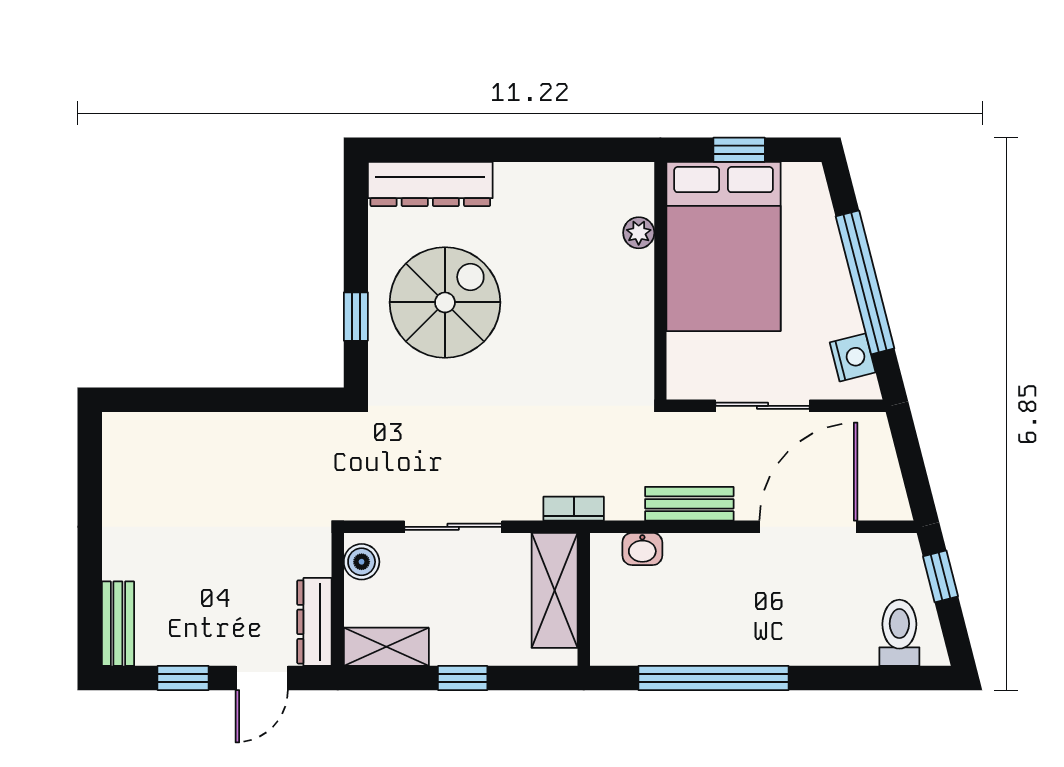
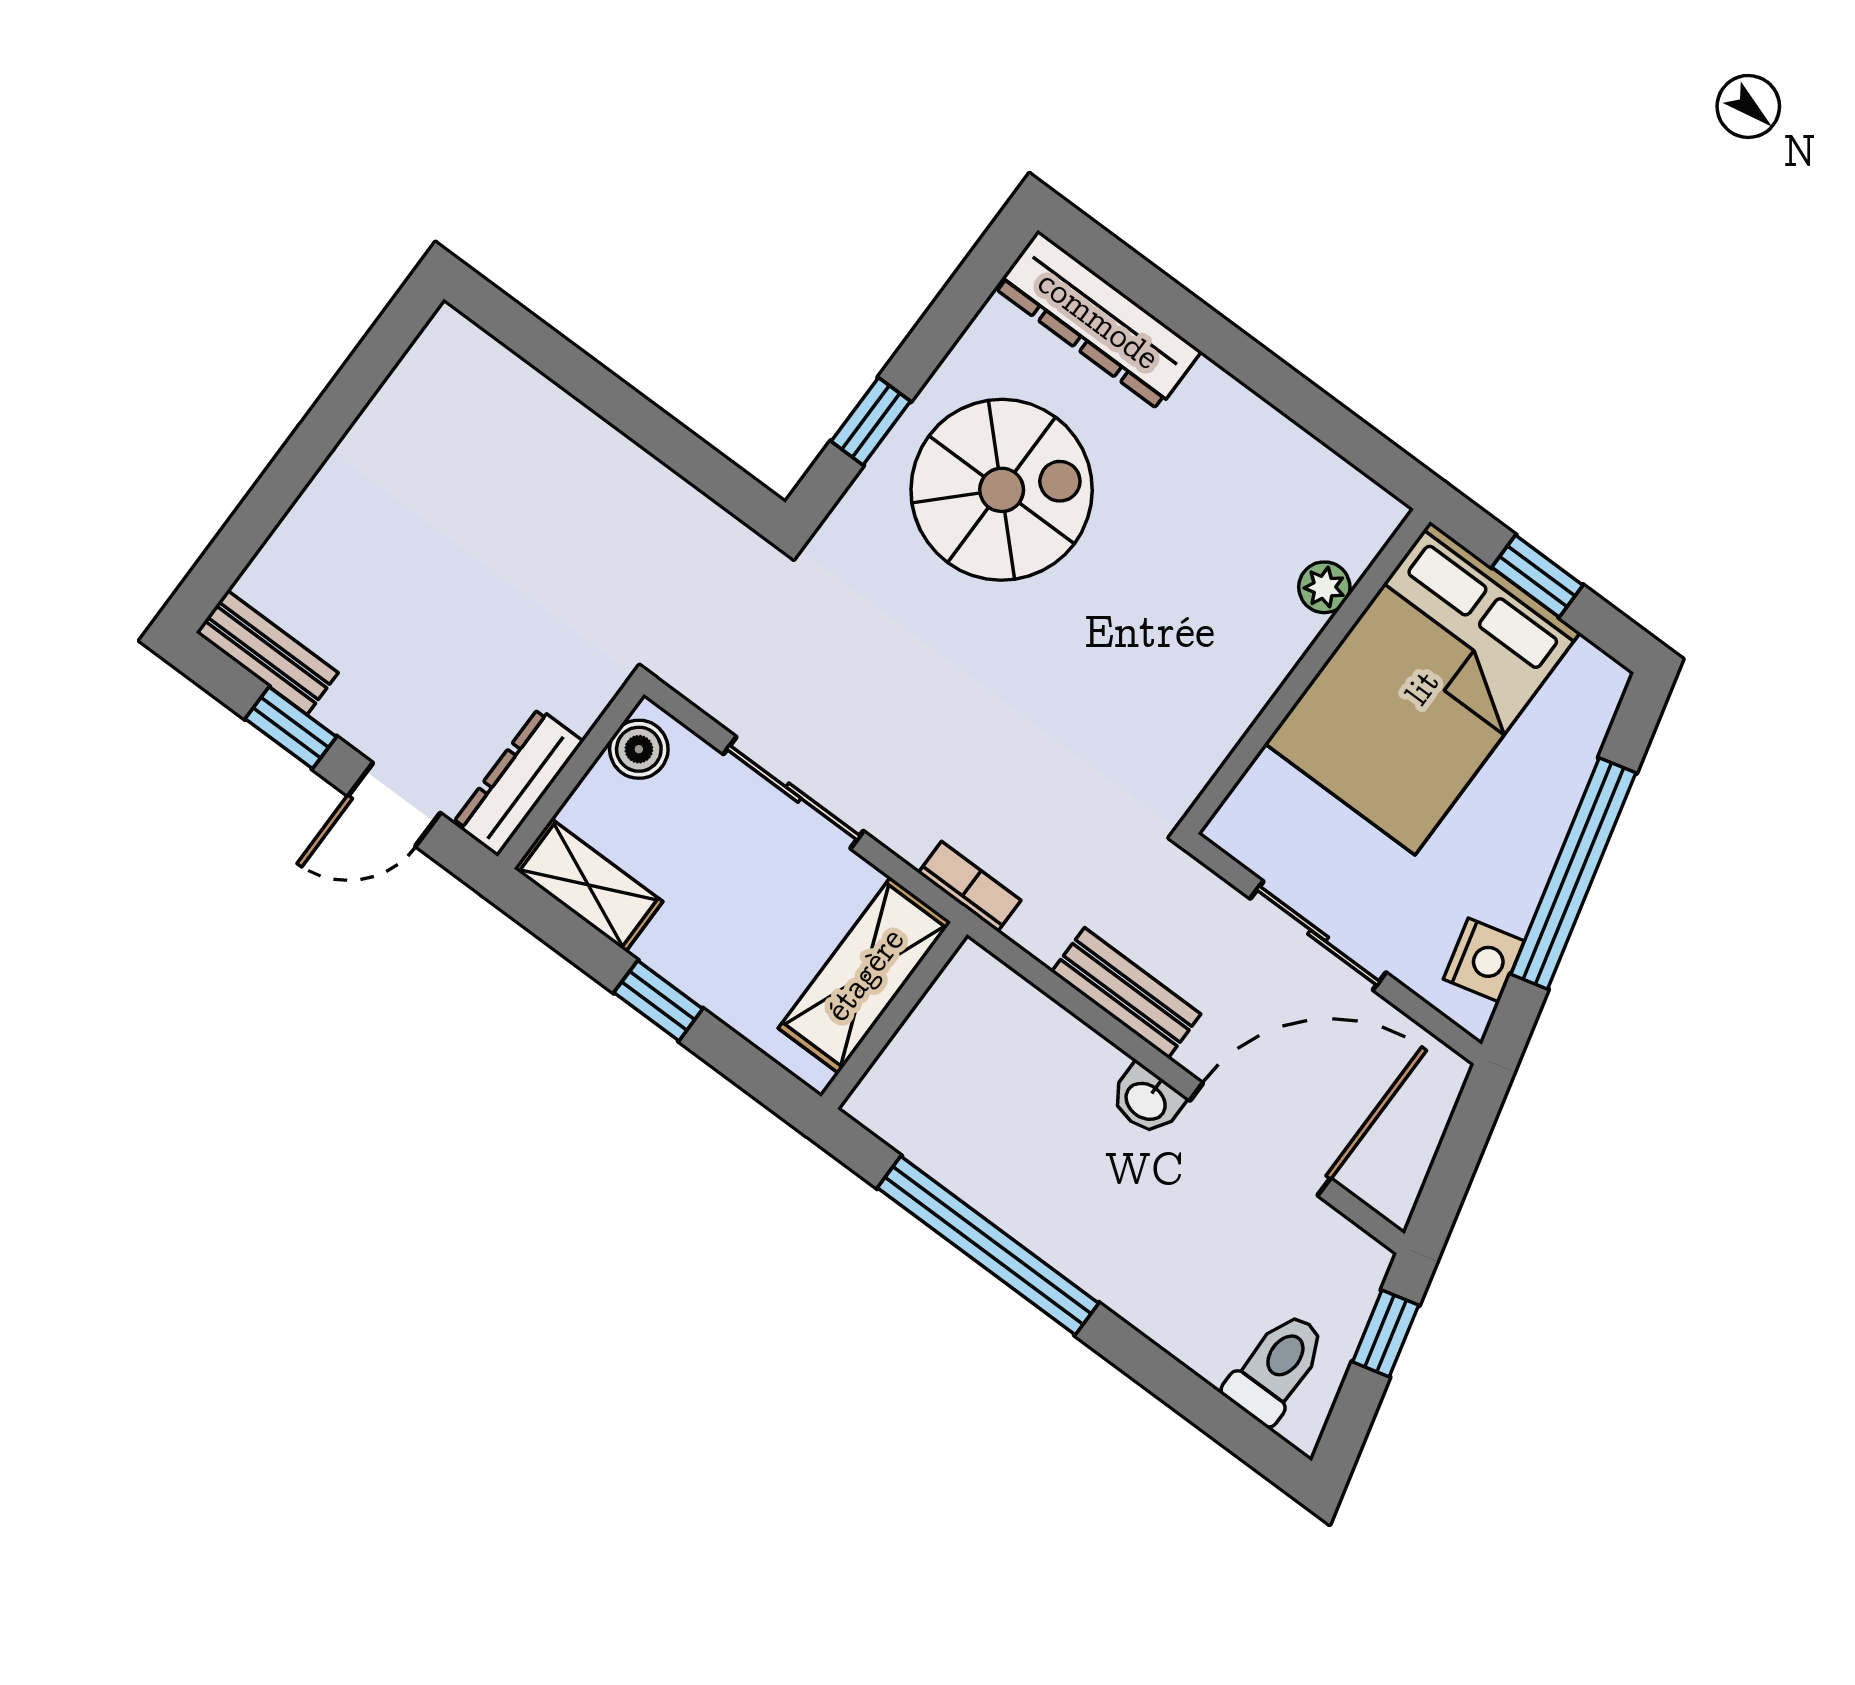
washbasin: (642, 549) -> (1147, 1100), moved
bench: (118, 624) -> (267, 653), moved, turned 90

